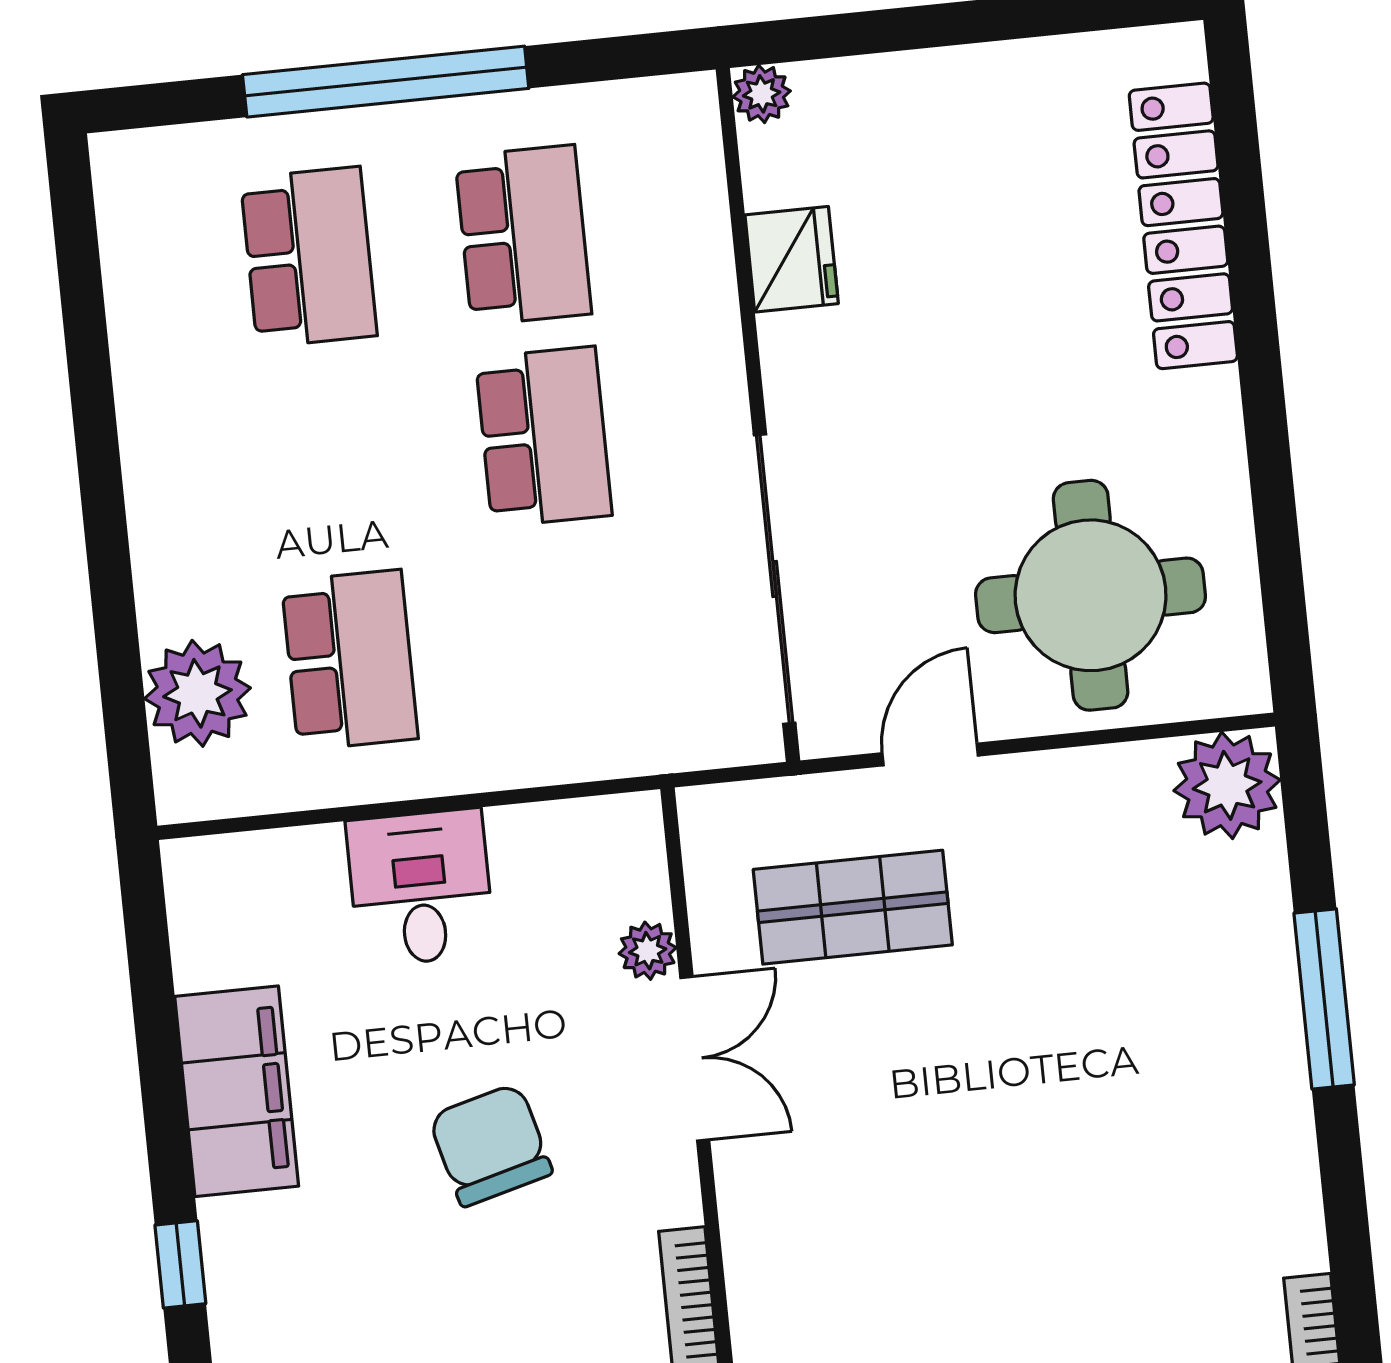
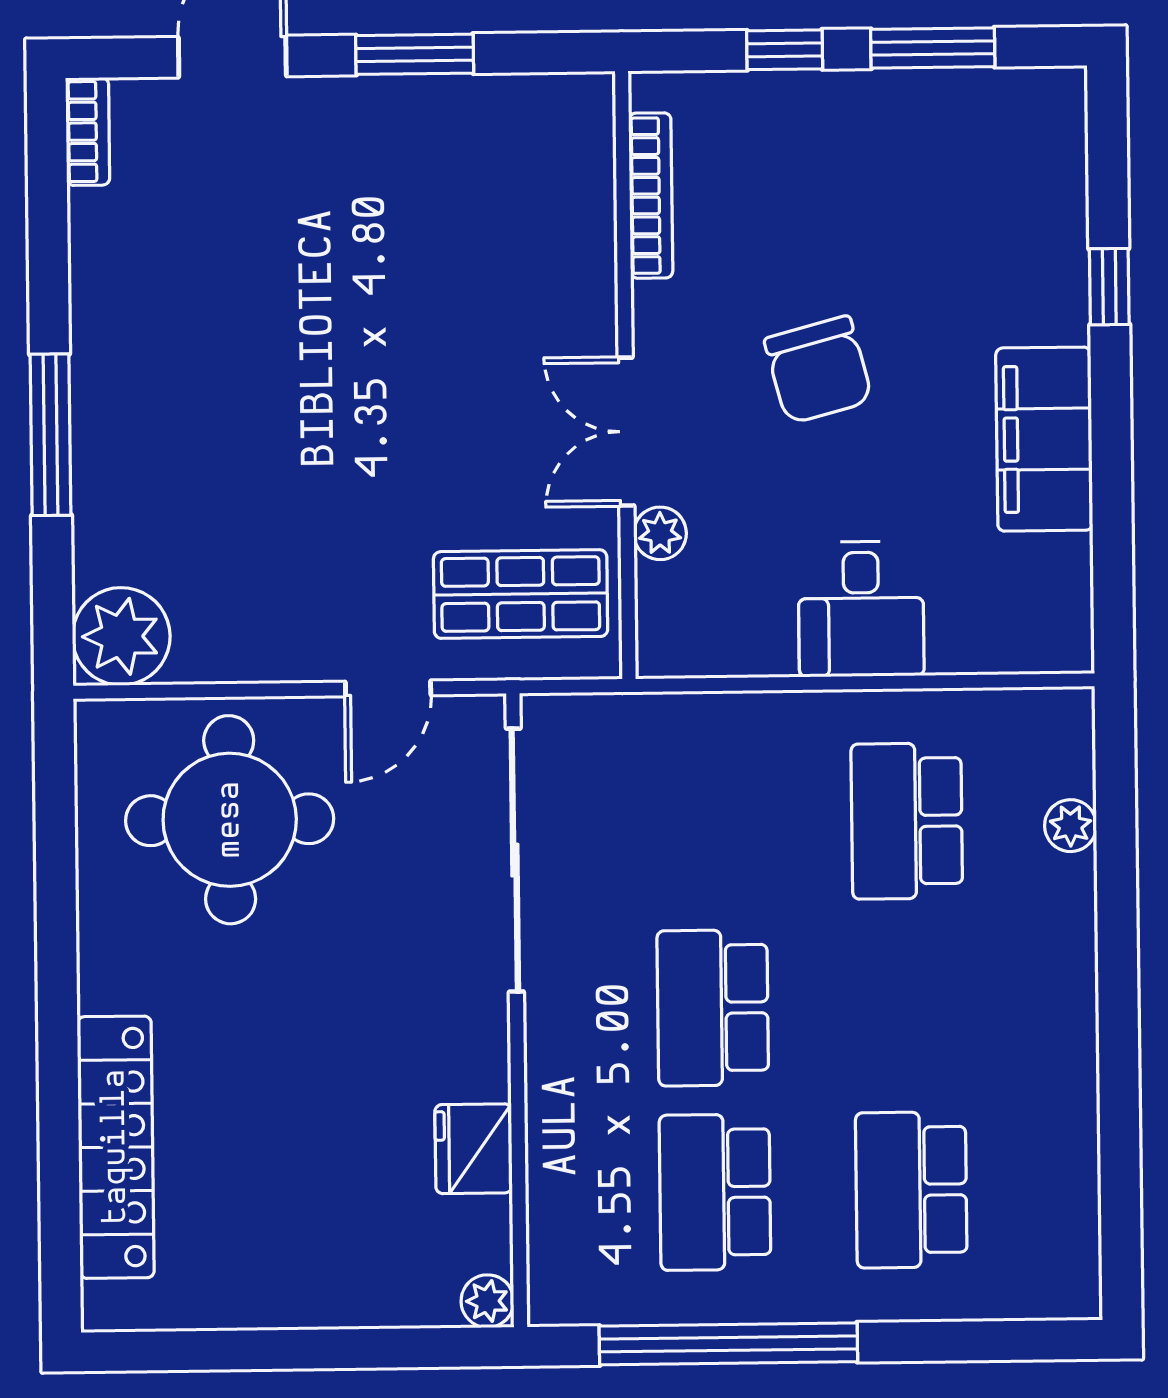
window: (386, 82) -> (728, 1344), moved
plant: (197, 693) -> (1071, 826), width x0.53, depth x0.53
shop shelf: (853, 907) -> (521, 594), moved

